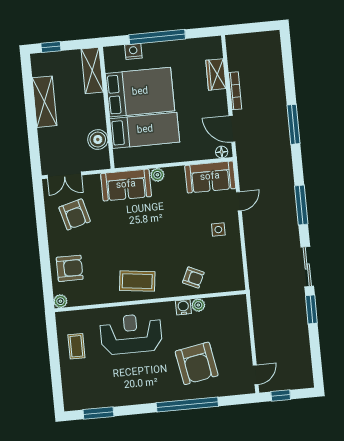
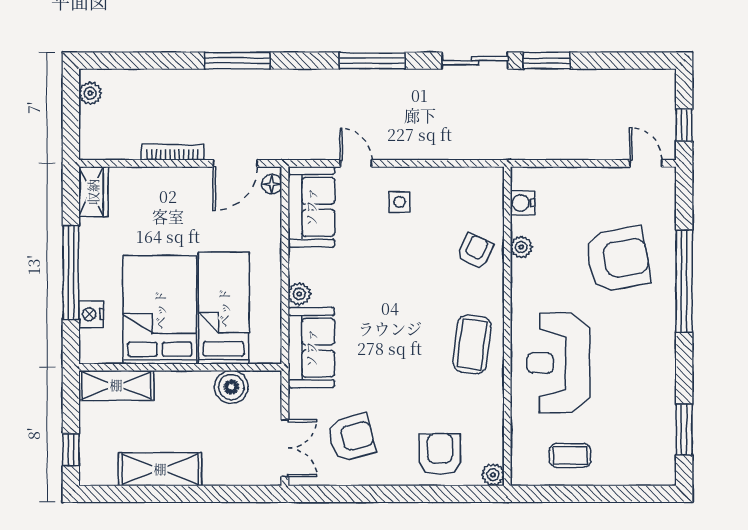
plant: (266, 38) -> (90, 93), added
wardrobe: (216, 74) -> (93, 192), moved, turned -90
water cooler: (183, 307) -> (523, 203), moved

